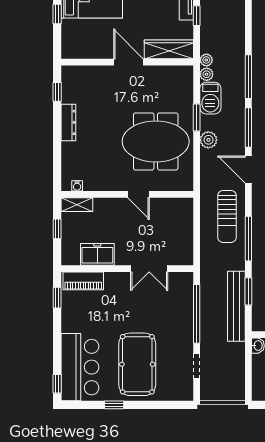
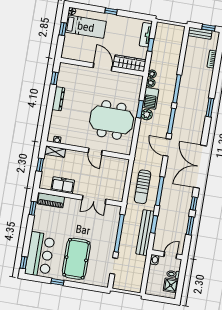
plant: (208, 140) -> (147, 114), moved
sun lounger: (227, 216) -> (143, 187), moved

